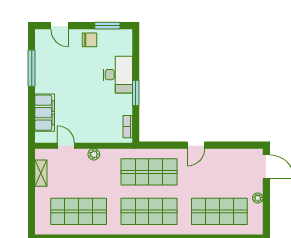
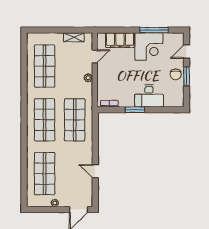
window: (107, 26) -> (187, 76), moved
corner desk: (53, 75) -> (149, 47), added
door: (196, 145) -> (95, 171), moved

